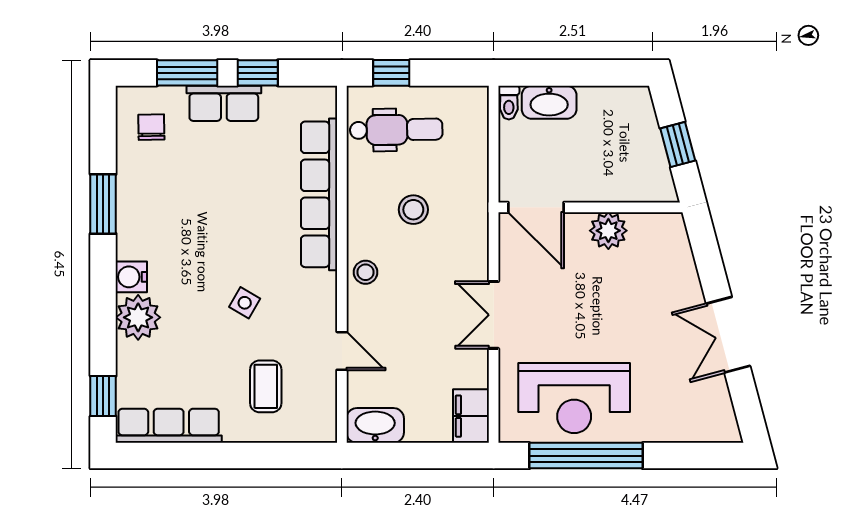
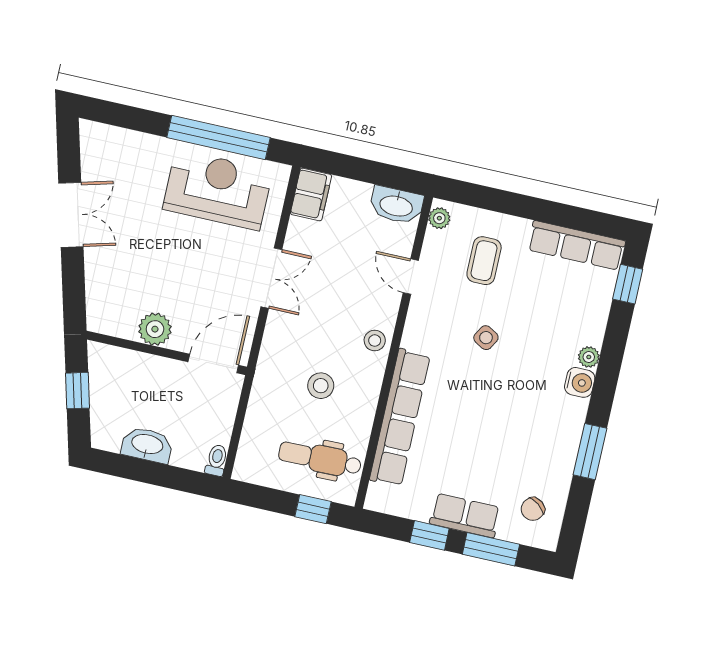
washbasin: (549, 102) -> (147, 445), moved
chair: (151, 127) -> (533, 509), turned 38
door: (536, 207) -> (213, 364), hinge flipped
plant: (138, 317) -> (589, 357), width x0.53, depth x0.53
plant: (325, 422) -> (439, 218), added

